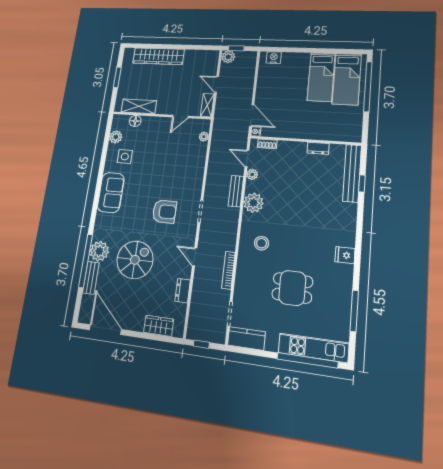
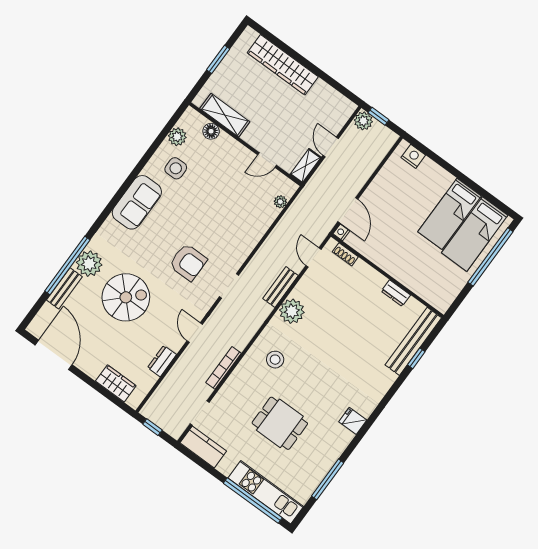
plant: (252, 174) -> (309, 279), removed

